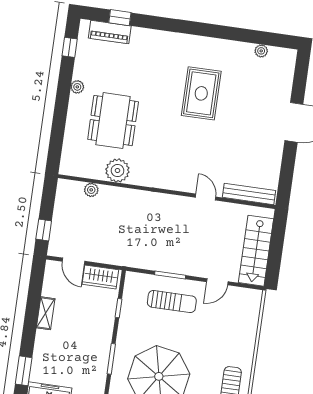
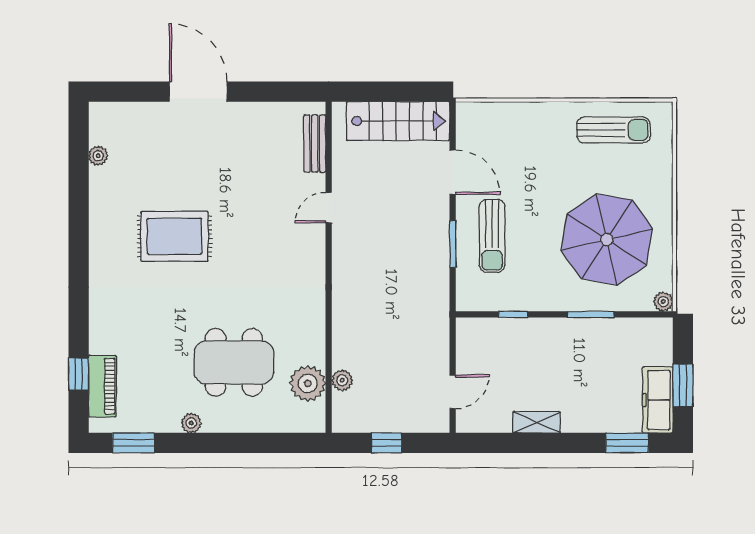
window: (70, 47) -> (134, 443), width x1.50
plant: (117, 171) -> (308, 383), moved
bench: (249, 194) -> (315, 144), width x0.73
window: (44, 230) -> (386, 443), moved
wardrobe: (100, 277) -> (471, 348), removed
door: (217, 282) -> (453, 172), width x1.38
sun lounger: (172, 302) -> (492, 236), turned 180

